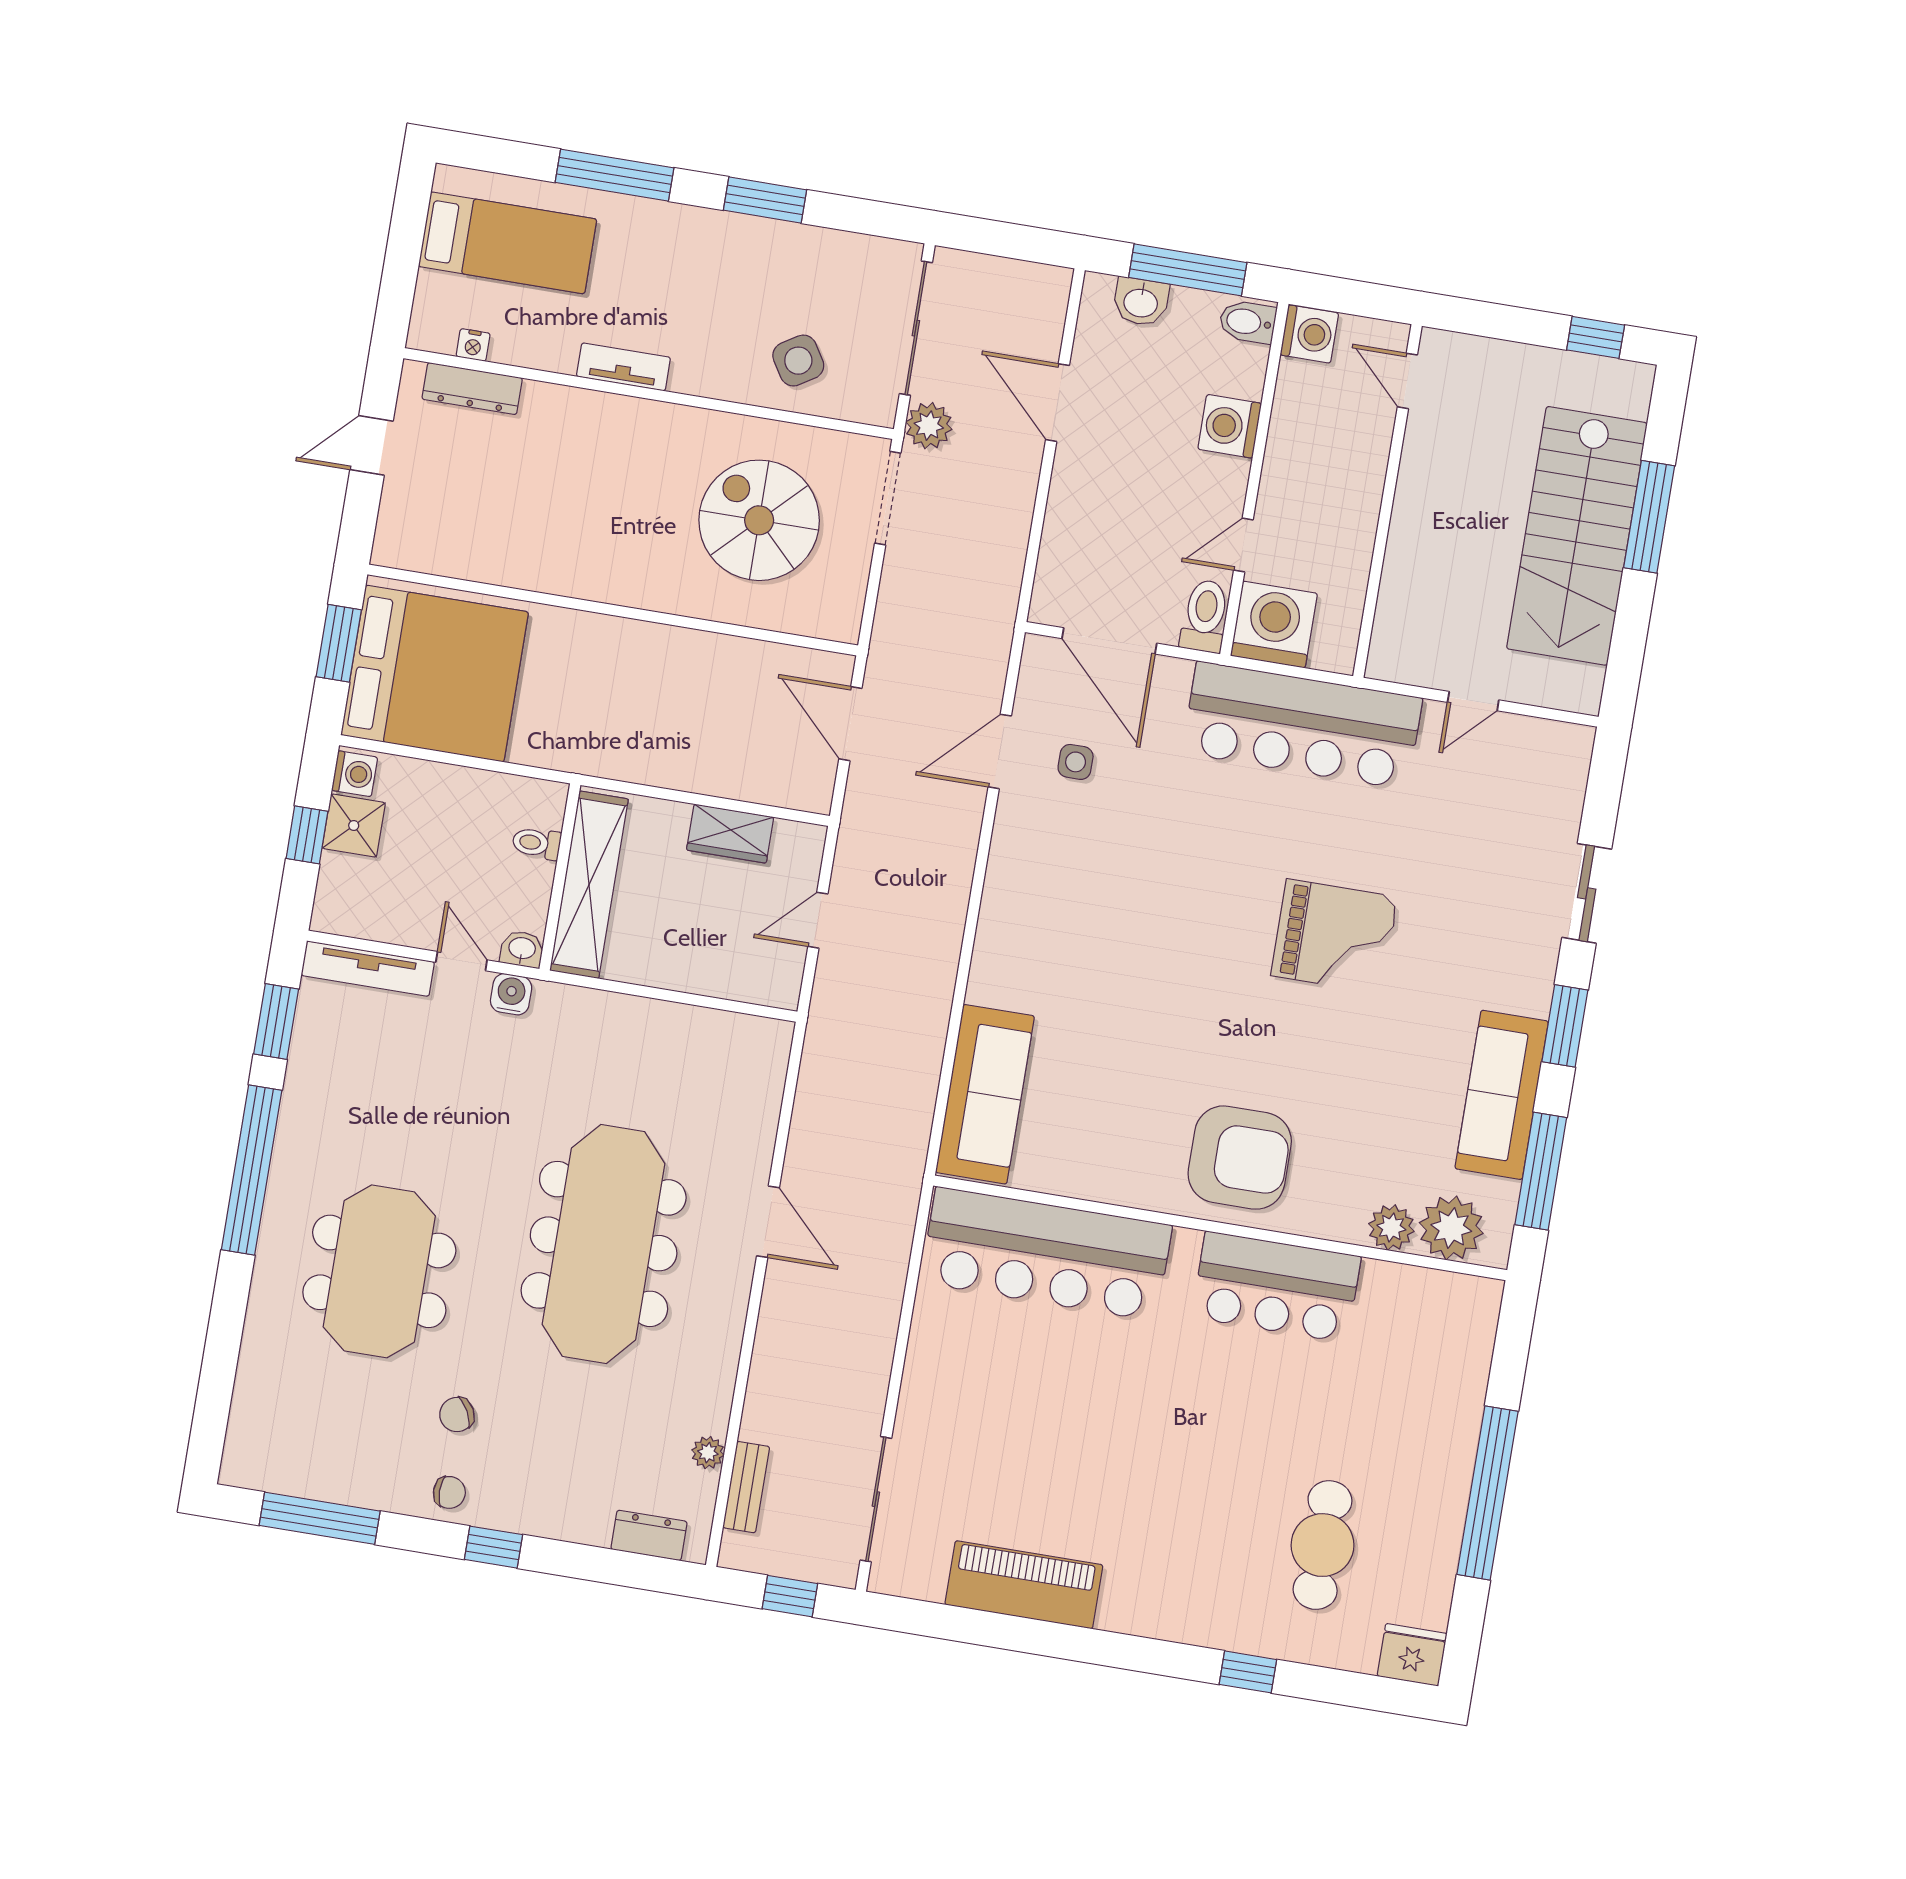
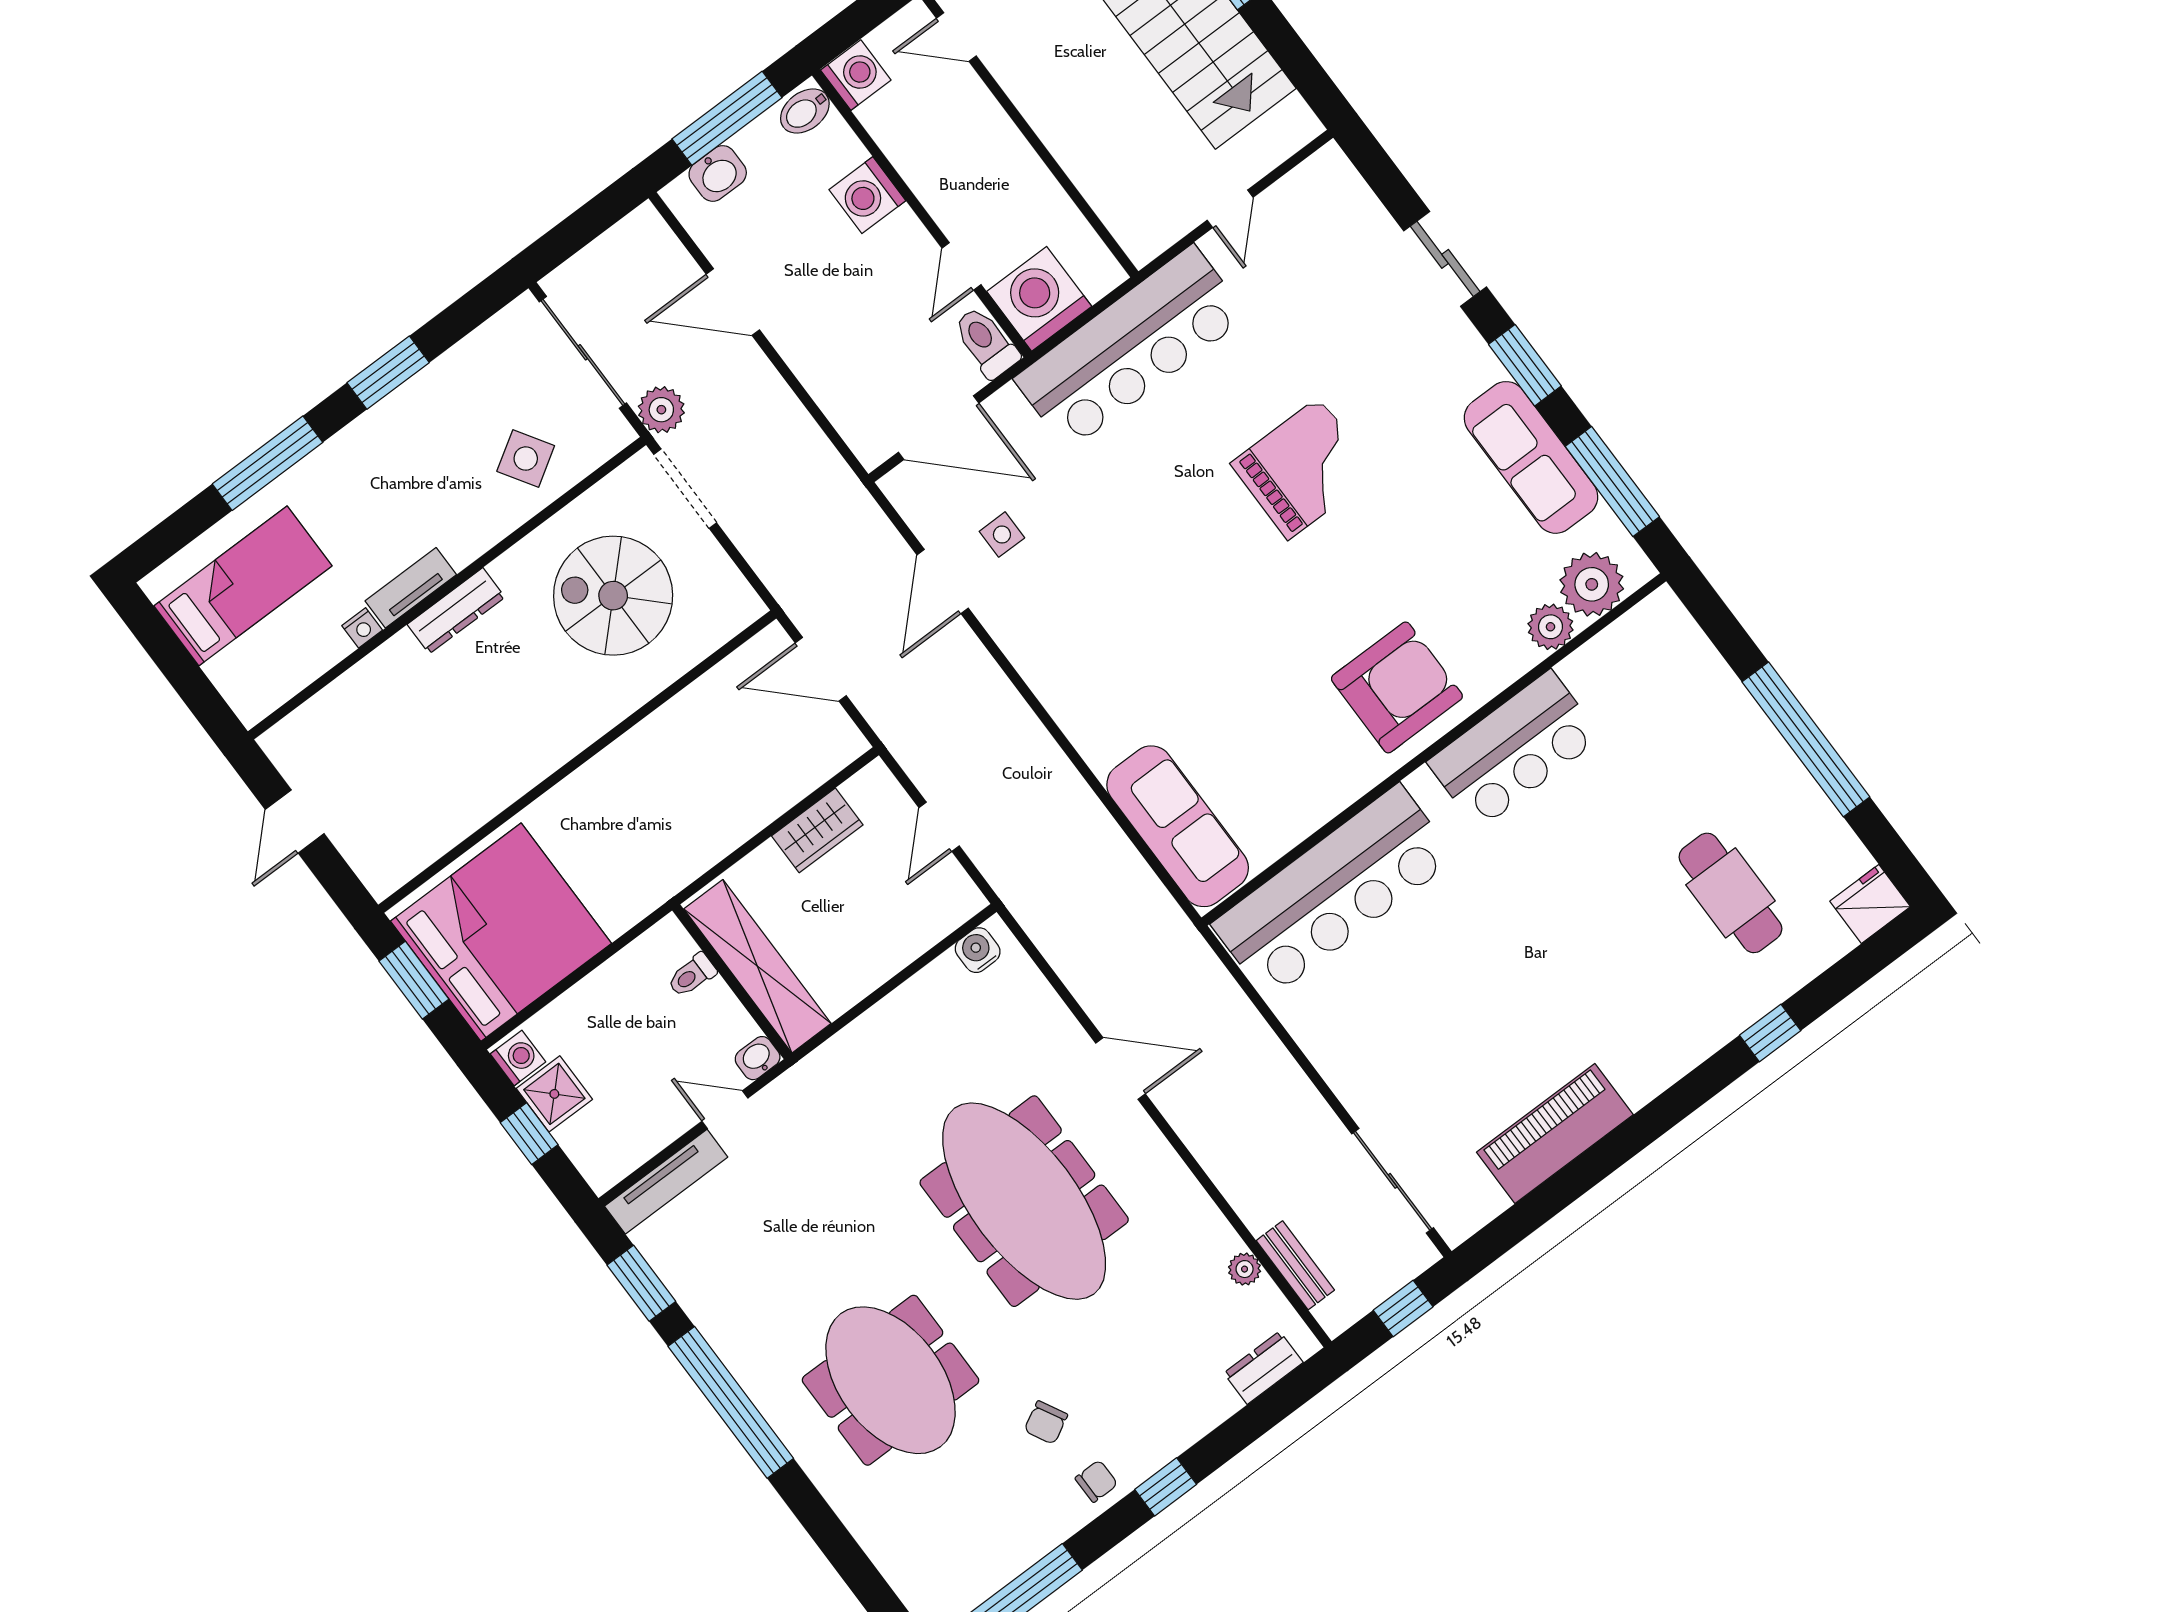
nightstand: (473, 345) -> (362, 628), moved
dresser: (472, 389) -> (456, 611), moved
water cooler: (511, 994) -> (978, 950), moved

